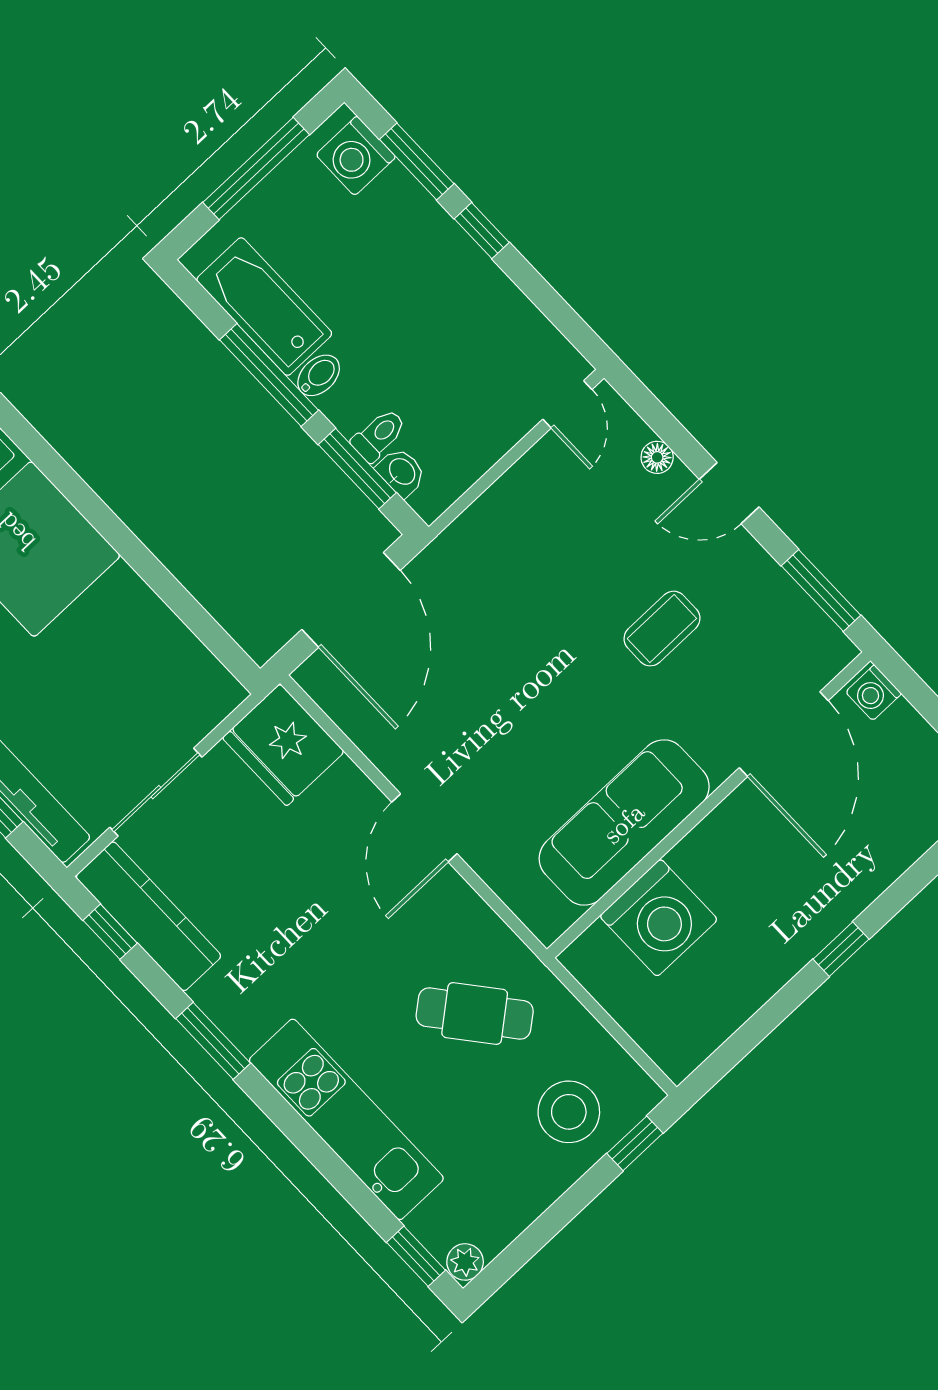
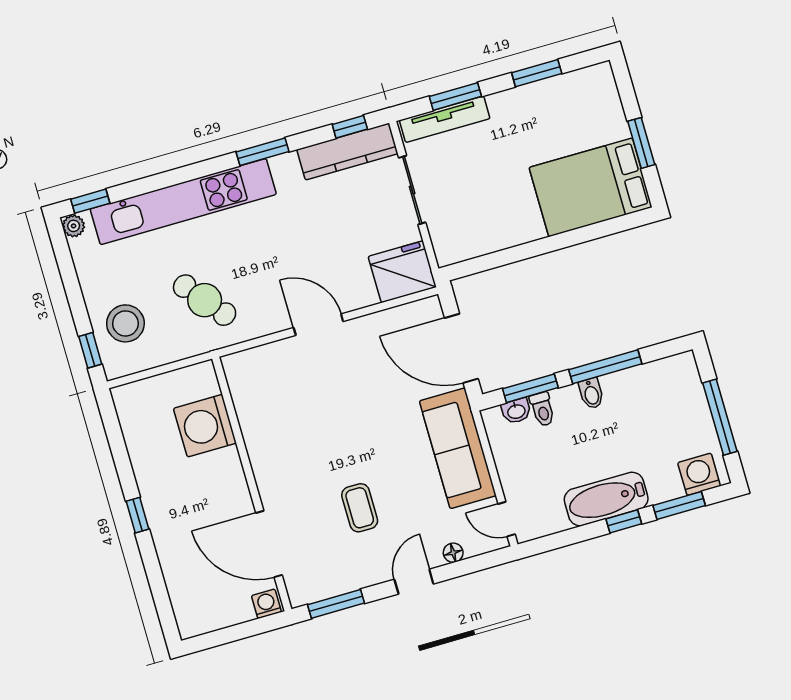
bathtub: (264, 307) -> (606, 499), moved, turned 180
sofa: (624, 823) -> (458, 448), moved, turned 180
cafe table: (475, 1014) -> (205, 300), turned 90
kitchen unit: (346, 1119) -> (183, 202), width x1.36

